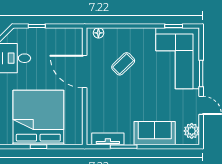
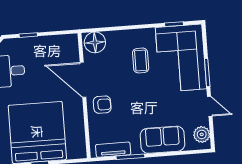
floor lamp: (98, 33) -> (95, 42), width x1.89, depth x1.89
coffee table: (123, 64) -> (141, 60), moved, turned -46
armchair: (101, 96) -> (102, 105), added

